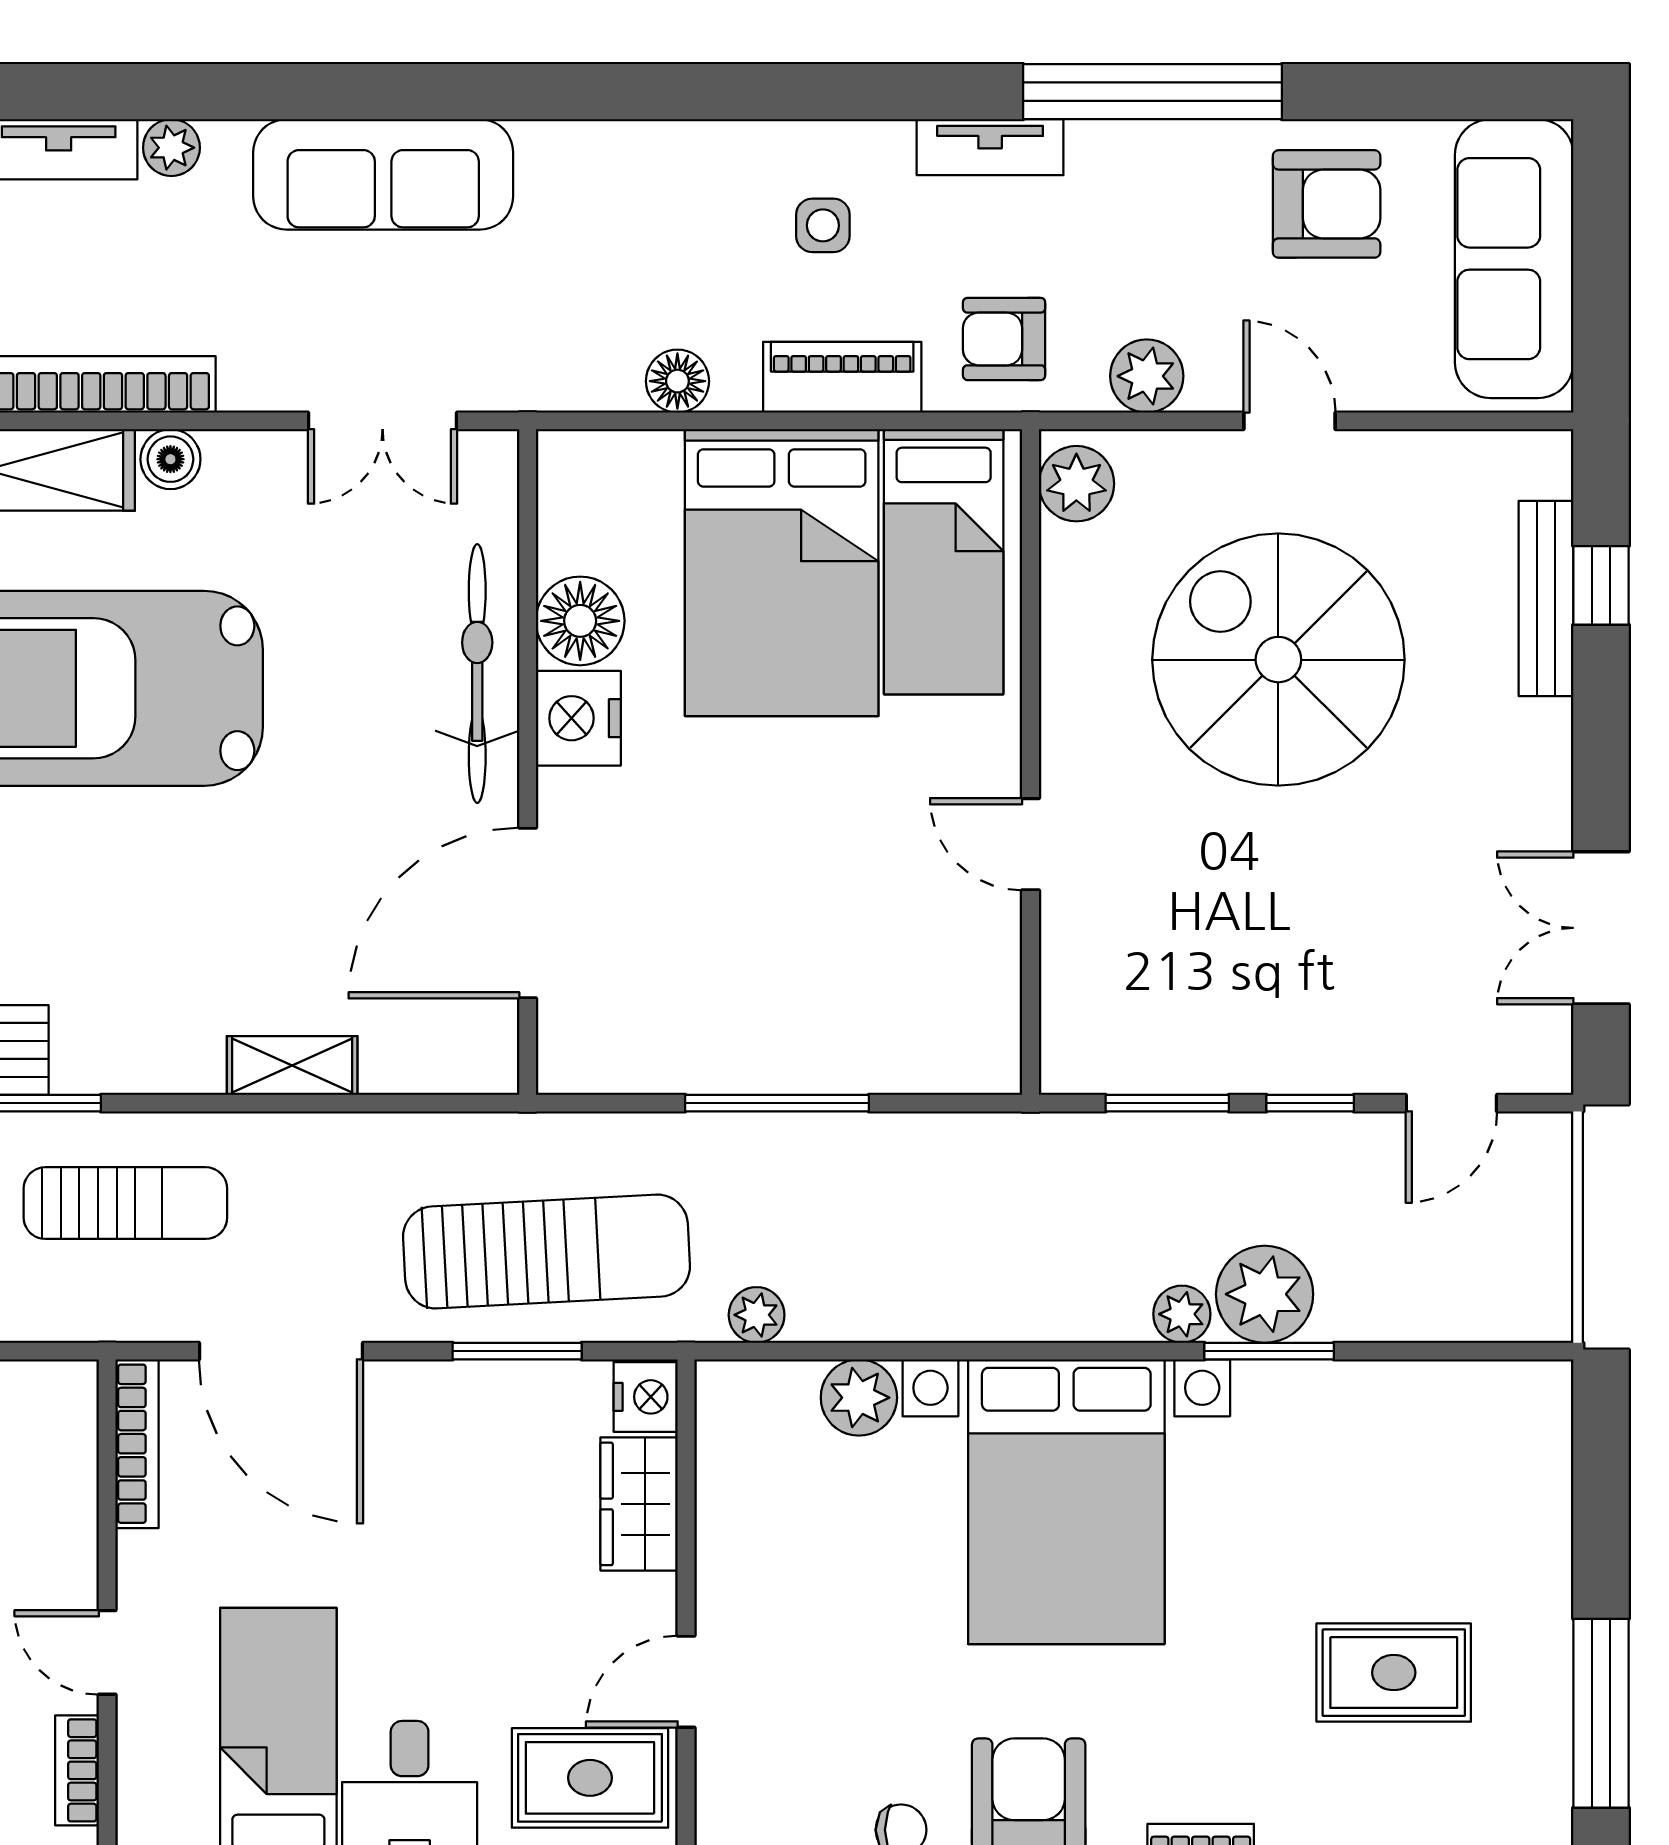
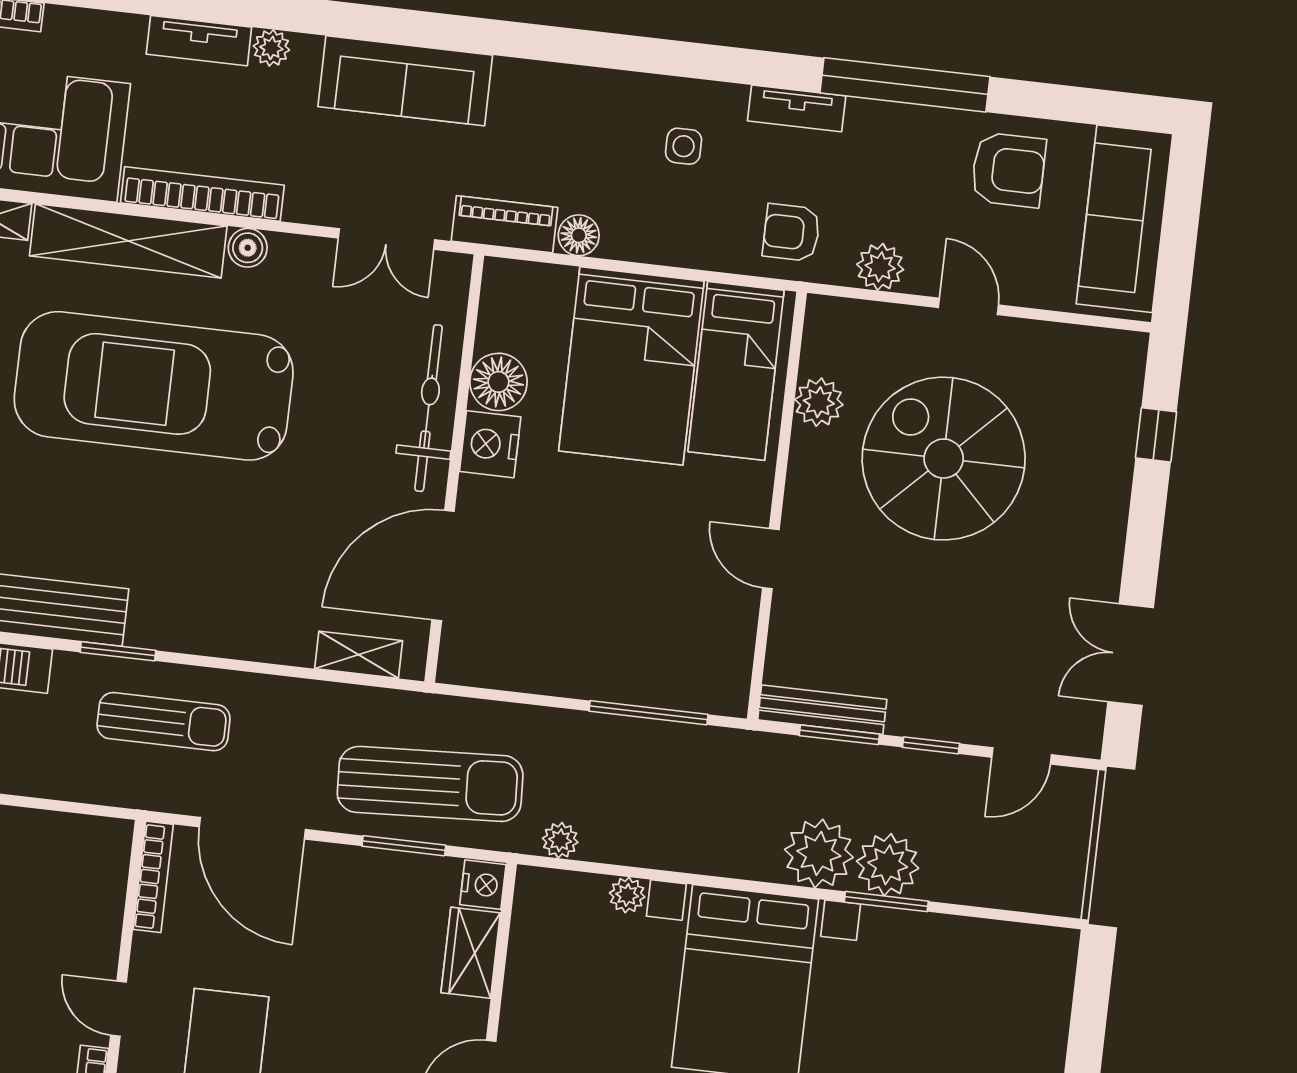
piano: (842, 377) -> (504, 224), moved
plant: (1076, 484) -> (819, 402), moved
bench: (1546, 599) -> (822, 710), moved, turned 90
shelving: (292, 1065) -> (359, 655), moved
window: (777, 1103) -> (649, 713), moved
plant: (1182, 1314) -> (819, 853), width x1.88, depth x1.88
plant: (859, 1398) -> (627, 895), width x0.73, depth x0.73

